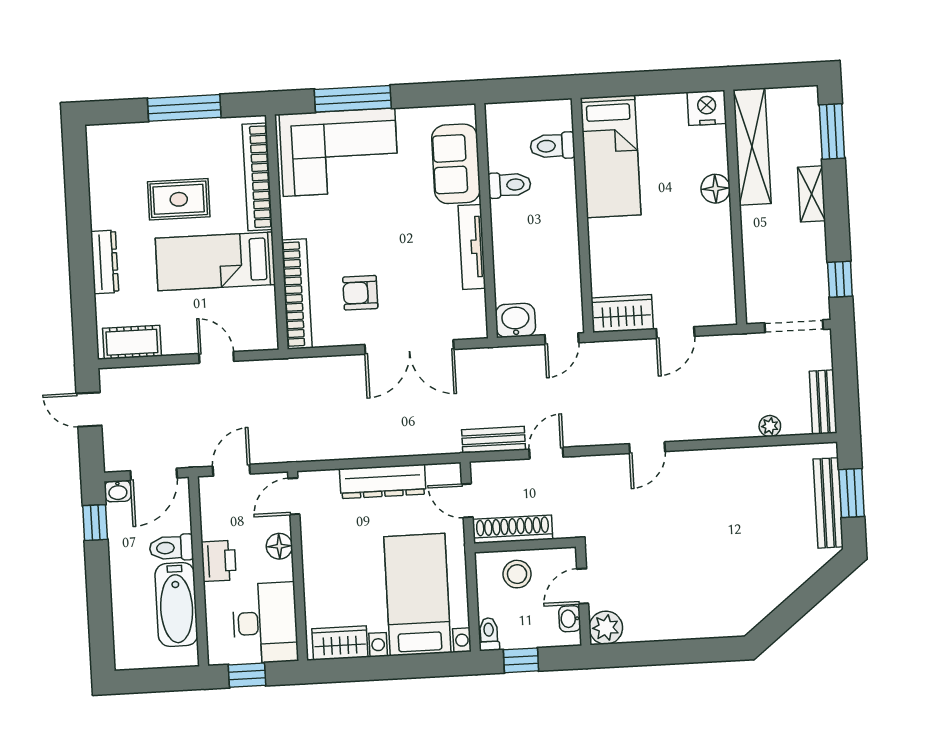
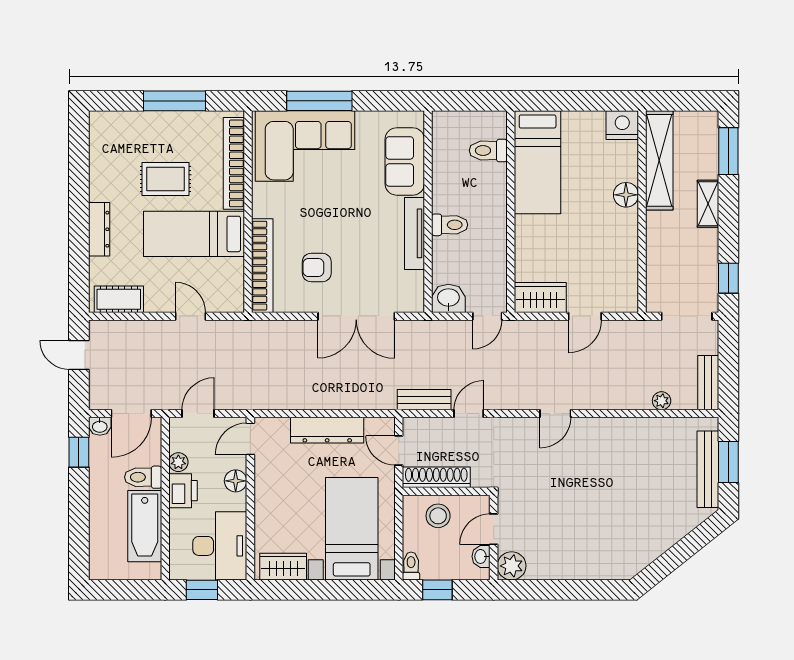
toilet: (509, 185) -> (450, 225), moved
plant: (212, 528) -> (178, 462), added

